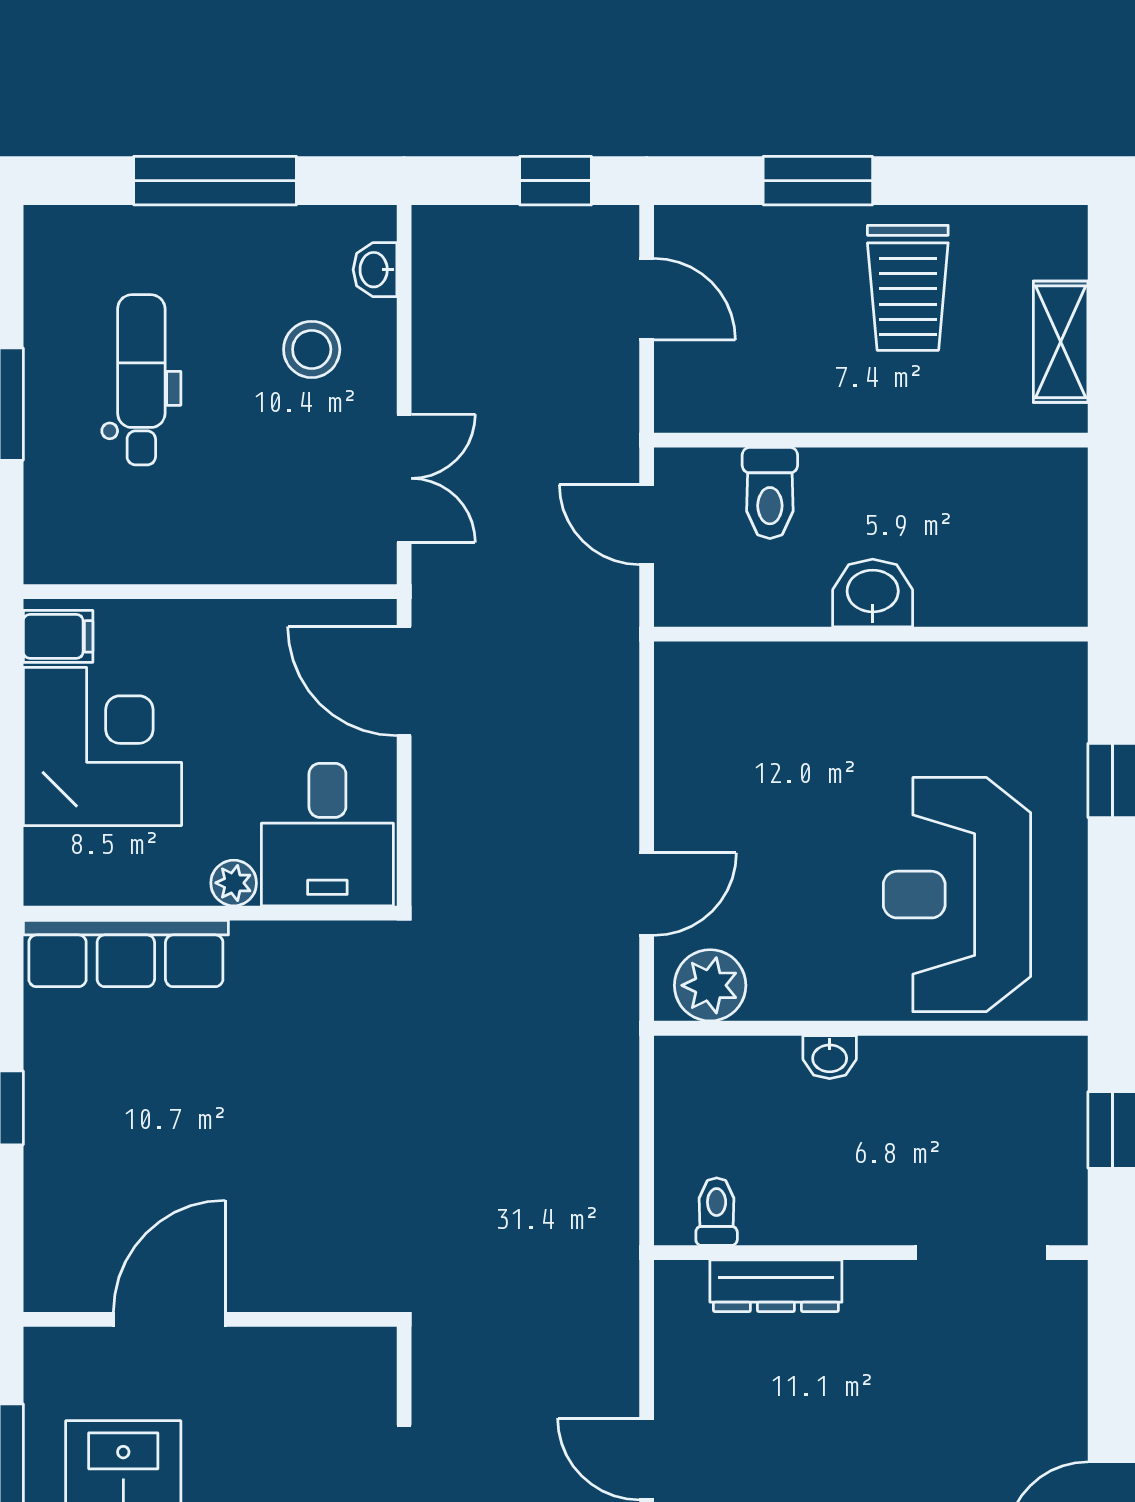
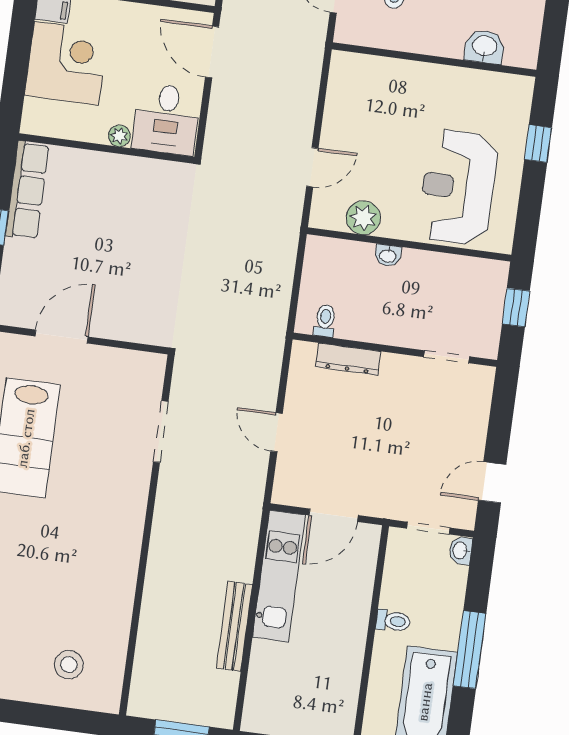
washbasin: (873, 593) -> (484, 47), moved
row of seats: (126, 954) -> (27, 190), moved, turned -90
plant: (710, 985) -> (363, 218), moved
doorway: (981, 1253) -> (447, 357), width x0.73

